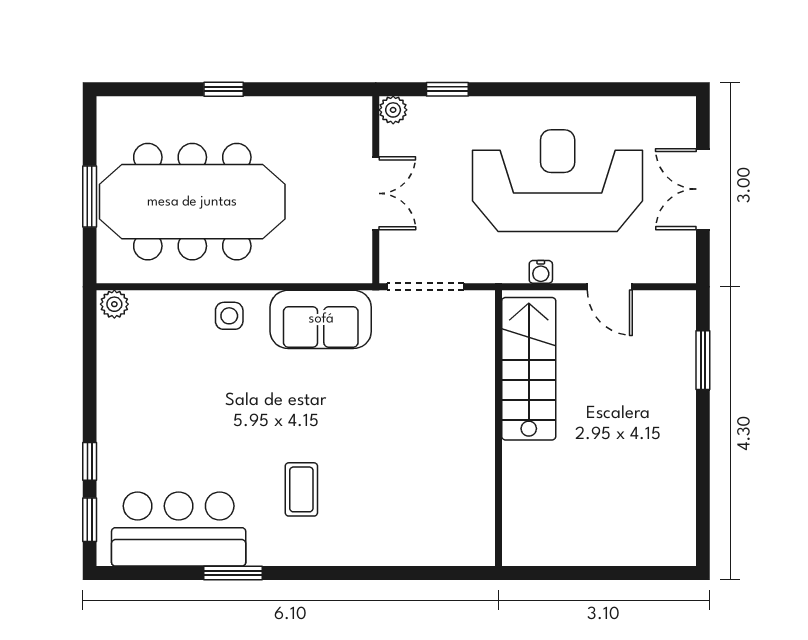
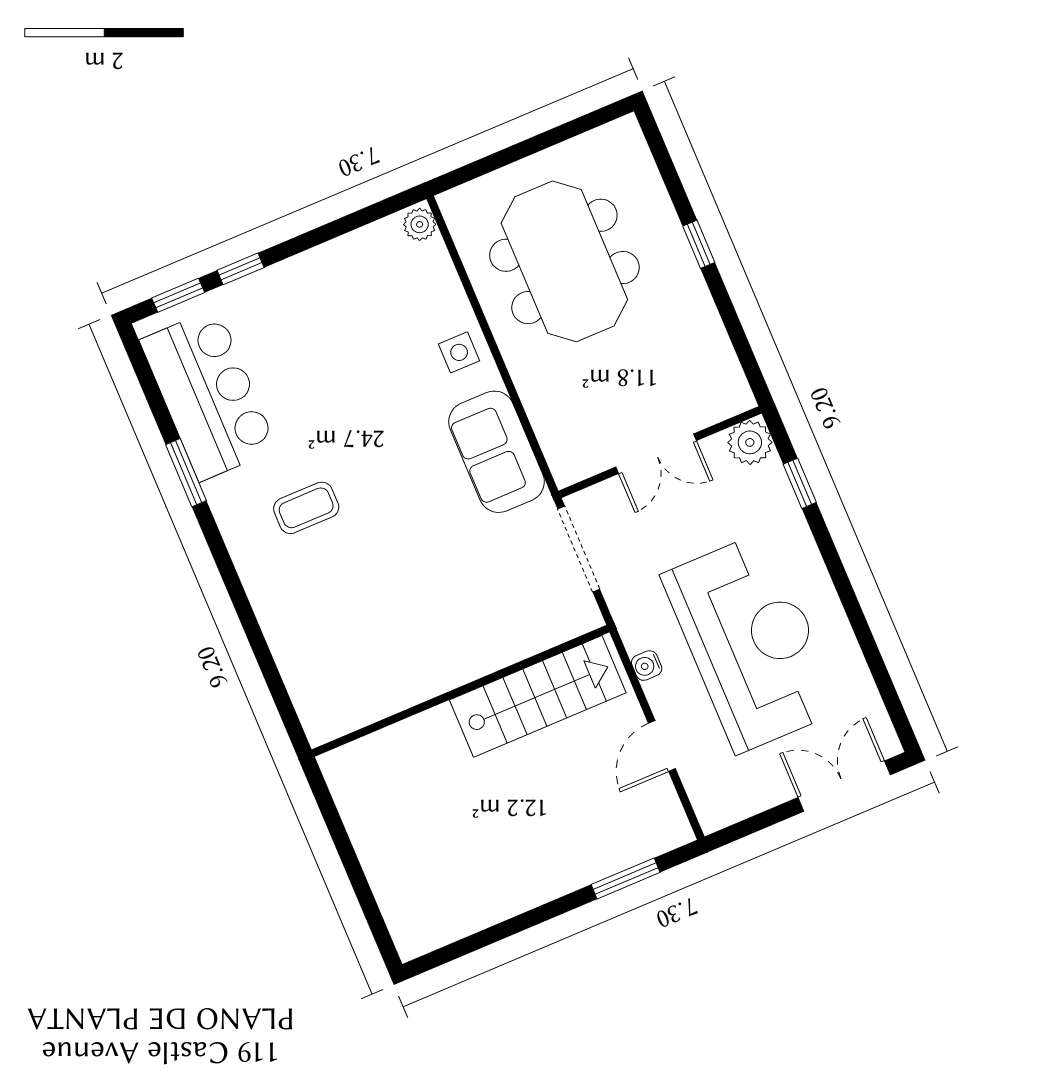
plant: (393, 110) -> (750, 442), width x1.38, depth x1.38
double door: (703, 189) -> (844, 786), moved
window: (90, 196) -> (524, 149), removed
meeting table: (192, 202) -> (564, 261), width x0.73

